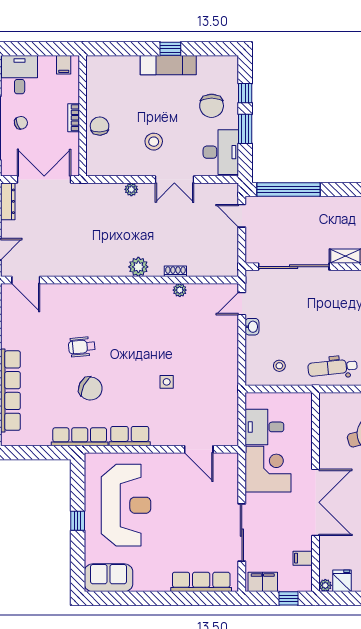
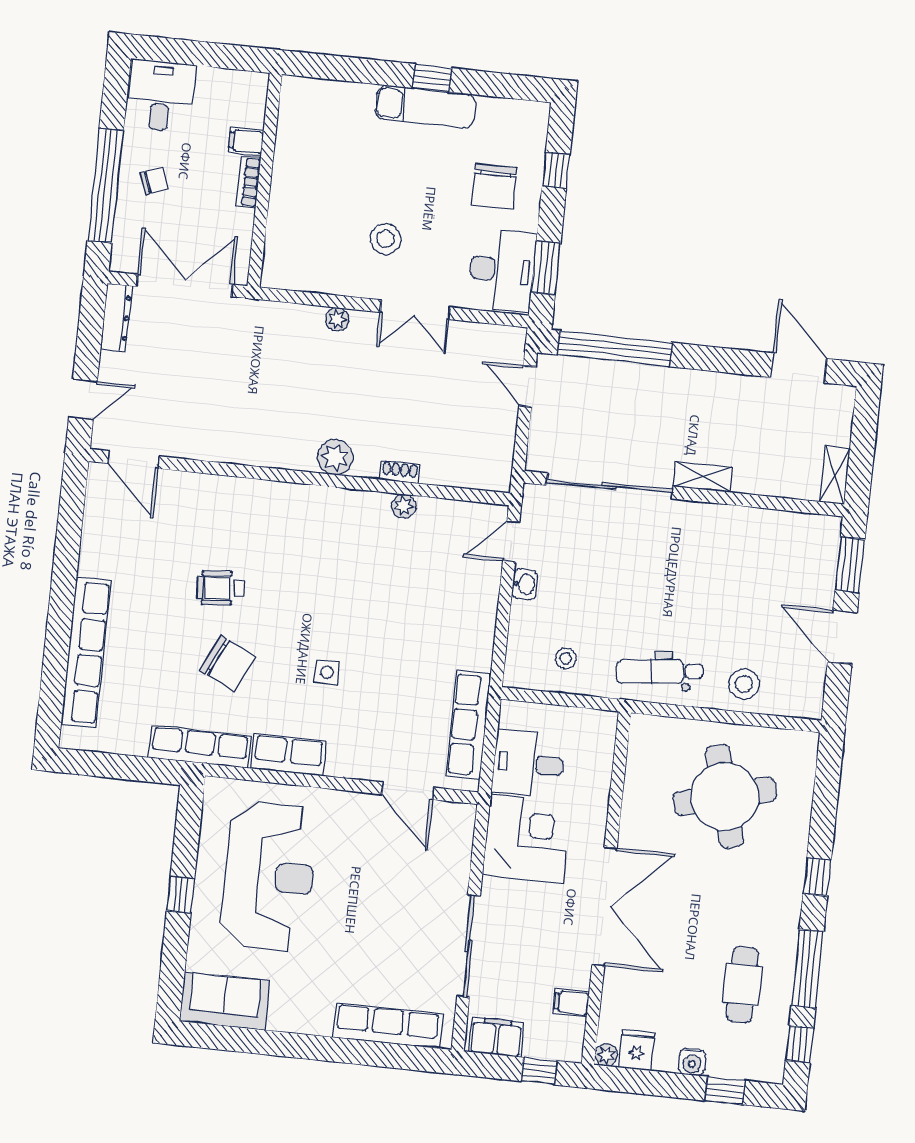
filing cabinet: (64, 65) -> (246, 141), moved, turned 90
chair: (100, 126) -> (293, 201), removed
window: (245, 129) -> (546, 268), moved
side table: (167, 382) -> (327, 672), moved
row of seats: (229, 409) -> (468, 725), added

